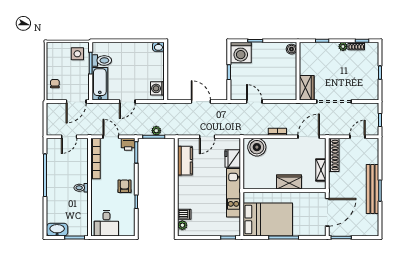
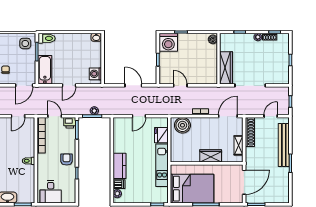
toilet: (102, 60) -> (47, 38), moved
wardrobe: (307, 88) -> (226, 68), width x1.50
kitchen counter: (185, 161) -> (119, 166), moved
bench: (372, 189) -> (284, 145), moved

